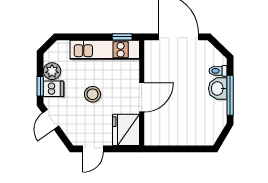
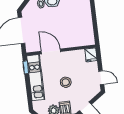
door: (142, 97) -> (51, 51), moved
fridge: (126, 130) -> (91, 55), width x0.53, depth x0.75

